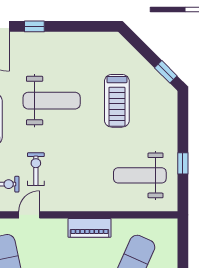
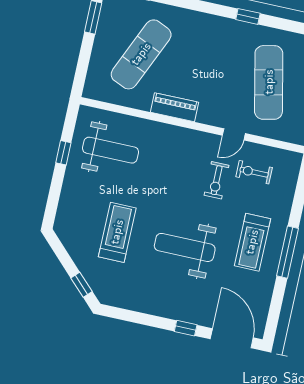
window: (166, 72) -> (82, 285), moved

